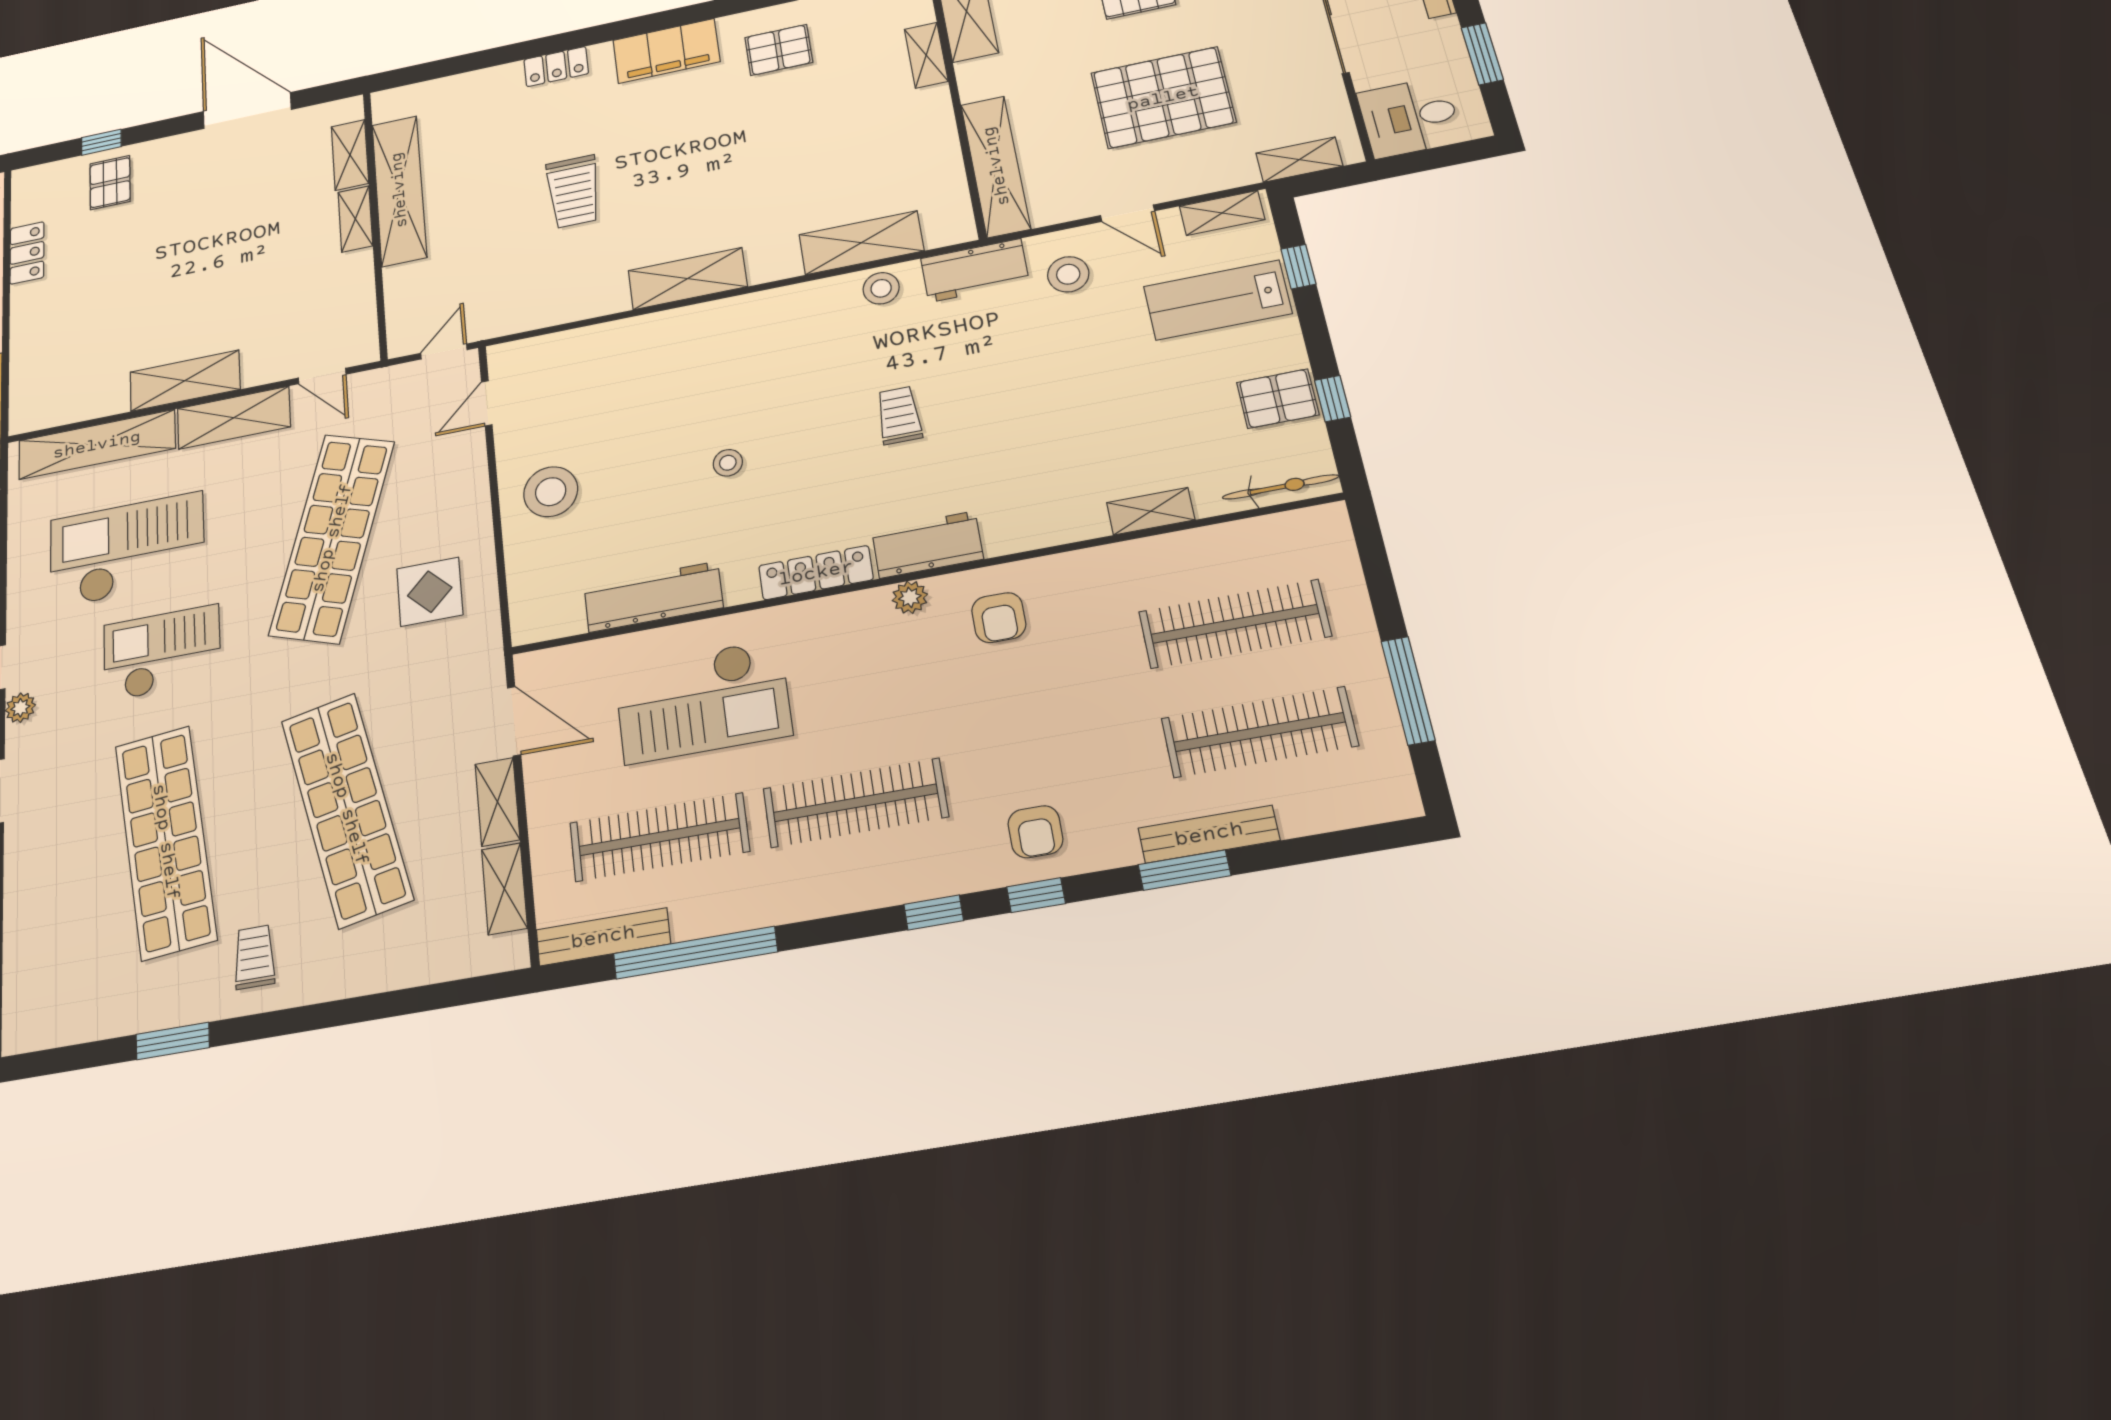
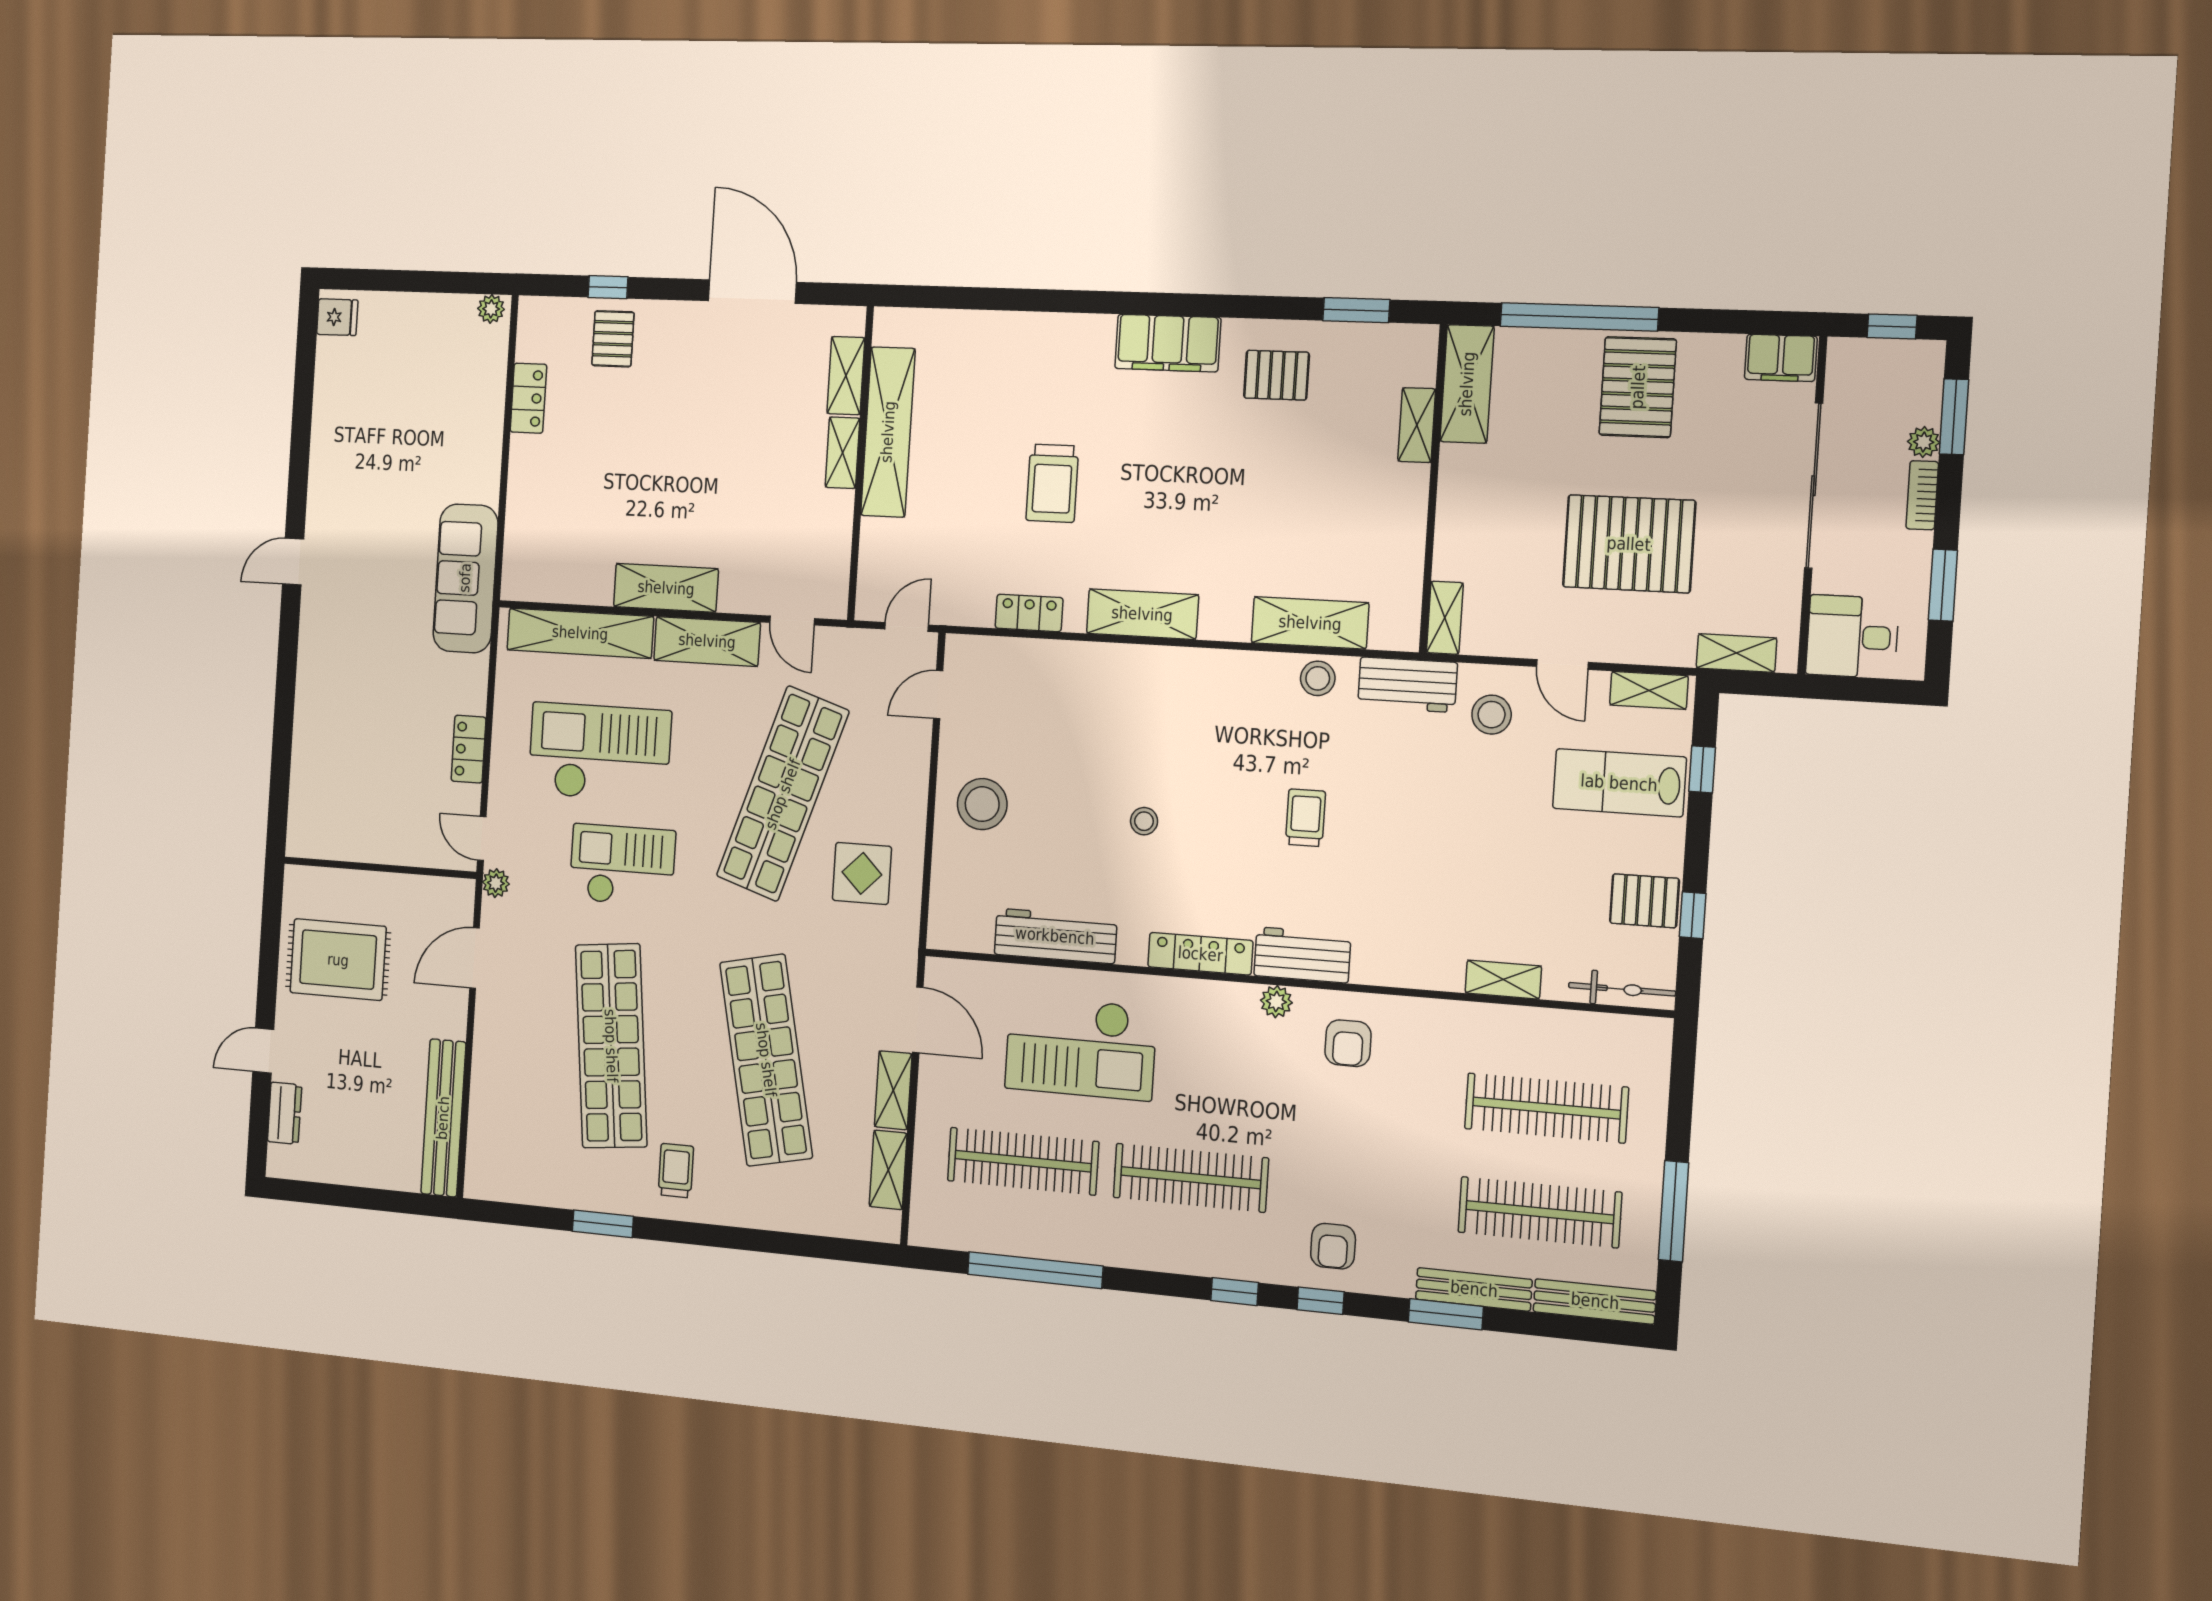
locker: (556, 67) -> (1029, 613), moved, turned 180
shelving: (996, 166) -> (1445, 618), width x0.45, depth x0.75
bench: (603, 937) -> (1595, 1301), moved

